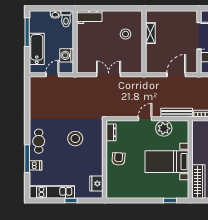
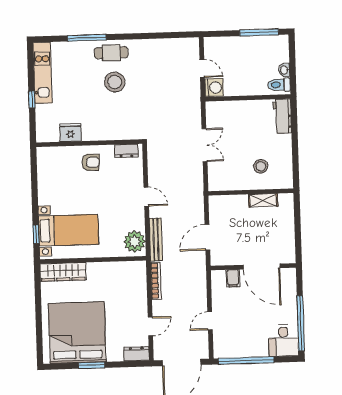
bathtub: (37, 49) -> (237, 46), removed
washing machine: (67, 55) -> (214, 88), moved, turned 90
door: (176, 75) -> (207, 237), swing flipped
plant: (164, 128) -> (135, 242), moved
stool: (75, 139) -> (115, 82), moved
bed with nightstands: (167, 162) -> (69, 230), moved, turned 90
dishwasher: (36, 165) -> (78, 49), removed
fridge: (96, 184) -> (70, 133), moved

